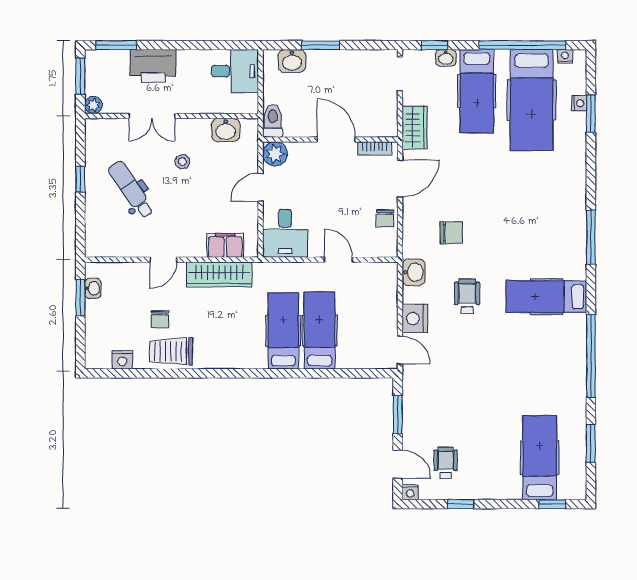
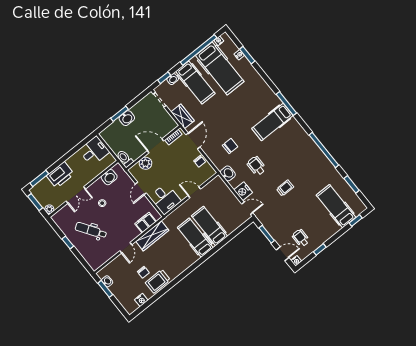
washbasin: (292, 61) -> (127, 118), moved
plant: (275, 154) -> (145, 163), moved
hospital bed: (546, 297) -> (272, 122), moved
trolley: (483, 366) -> (285, 188), added

